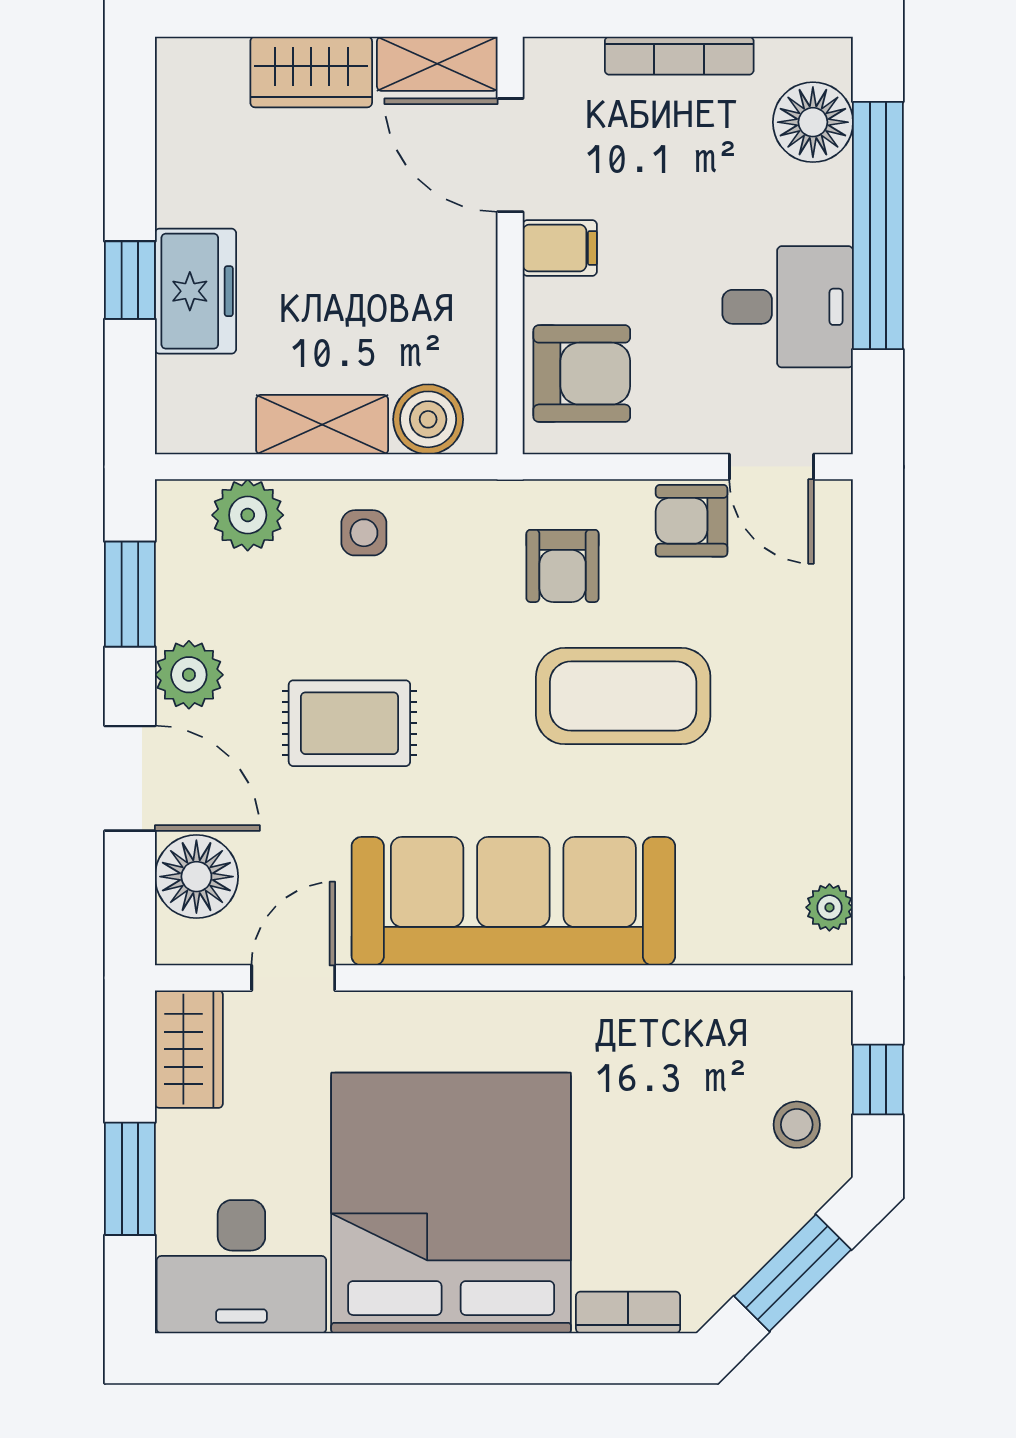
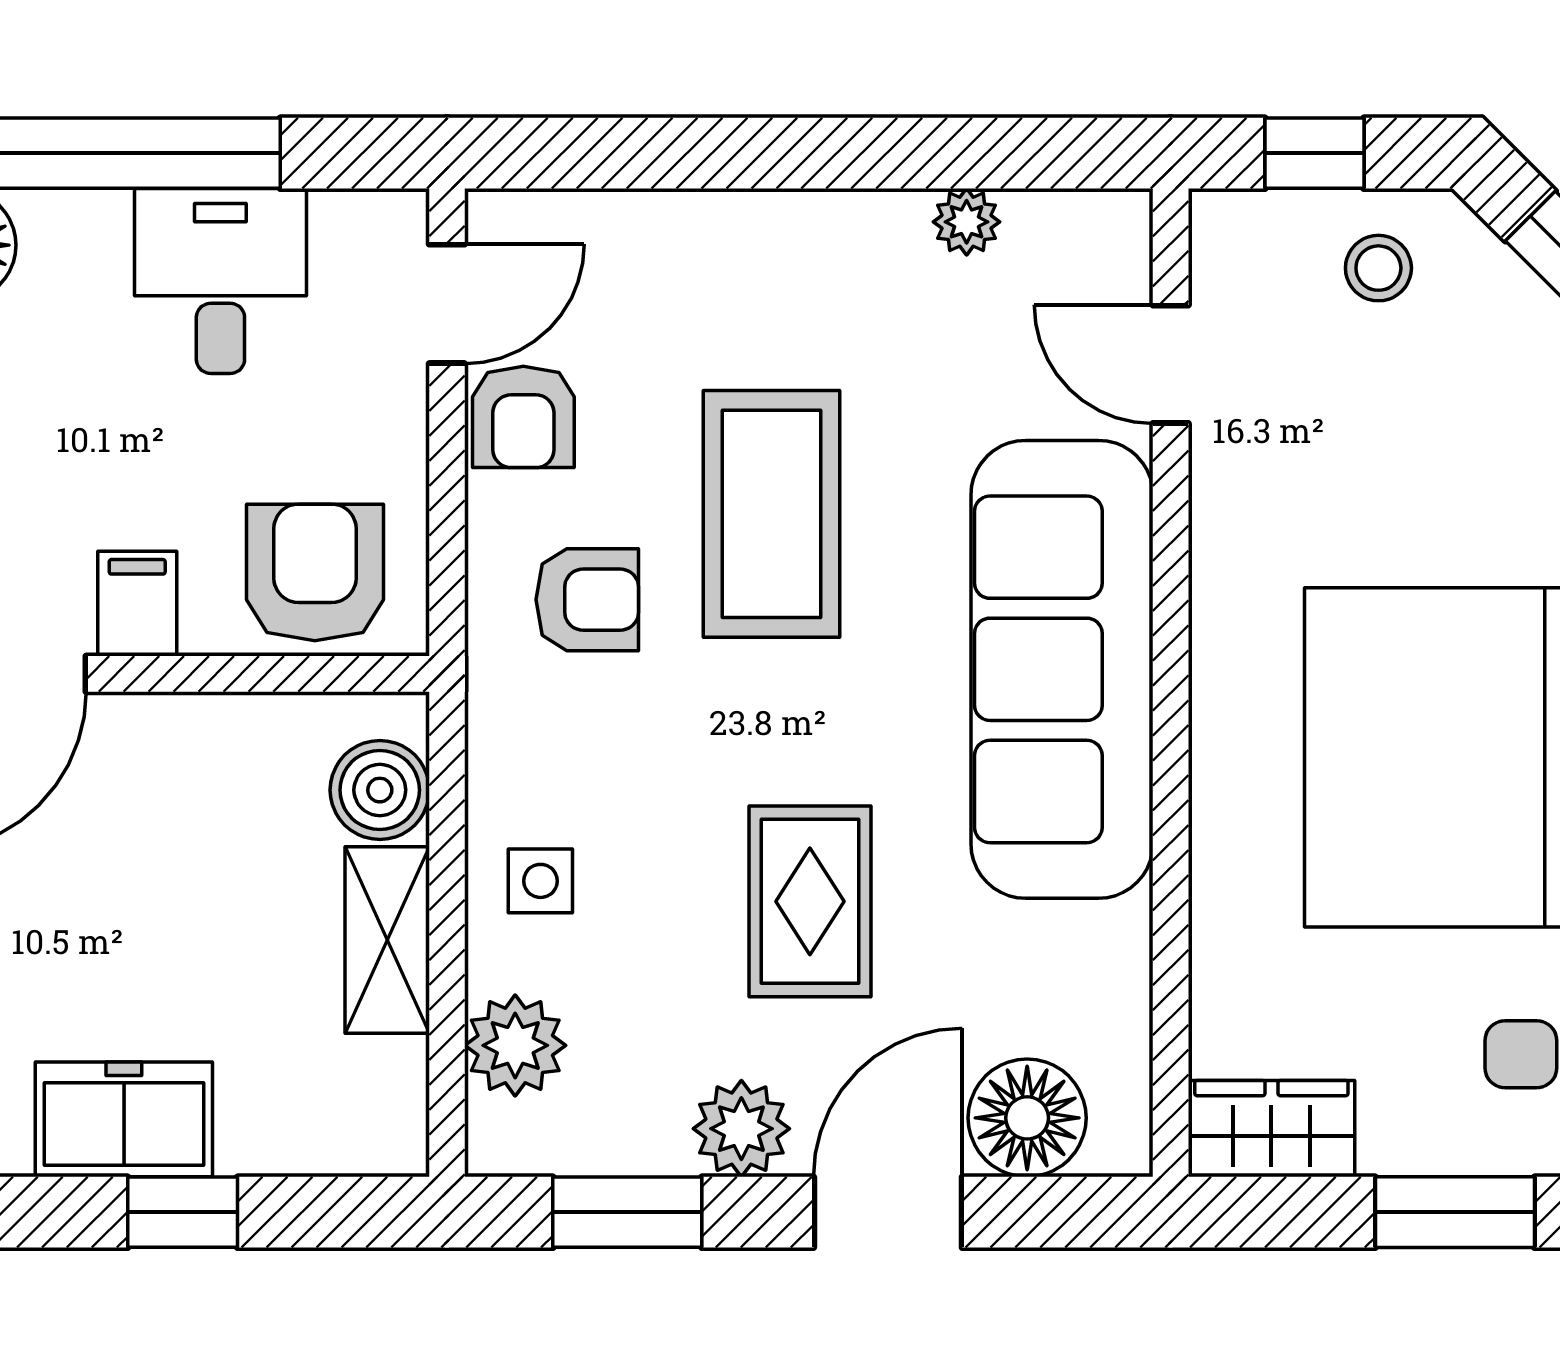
freezer: (195, 291) -> (124, 1119), moved
plant: (829, 907) -> (967, 222), moved
door: (293, 978) -> (1171, 364), moved

